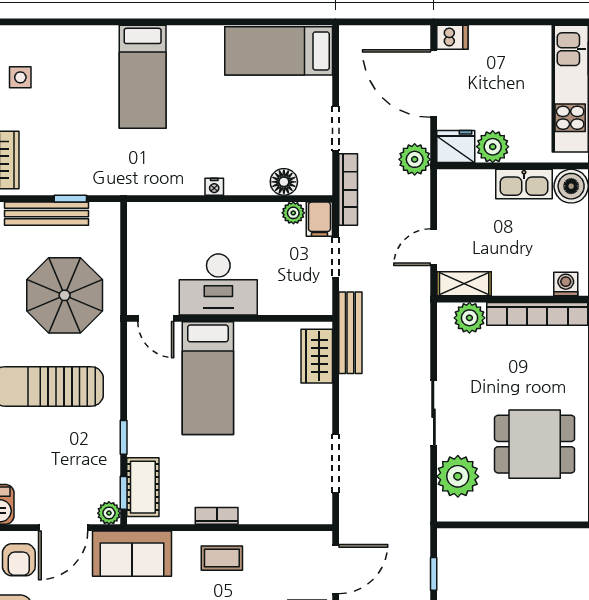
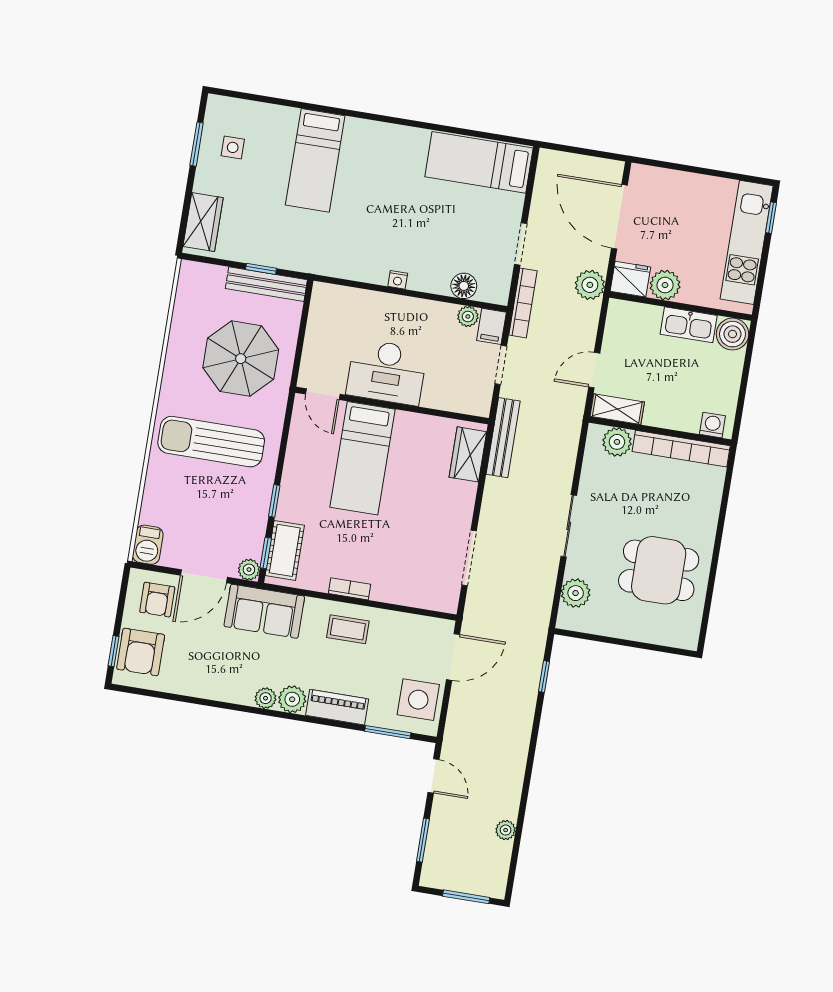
dishwasher: (452, 37) -> (644, 176), removed
bed: (143, 77) -> (315, 160), moved
bench: (47, 214) -> (266, 284), moved
plant: (458, 476) -> (576, 593), width x0.73, depth x0.73

